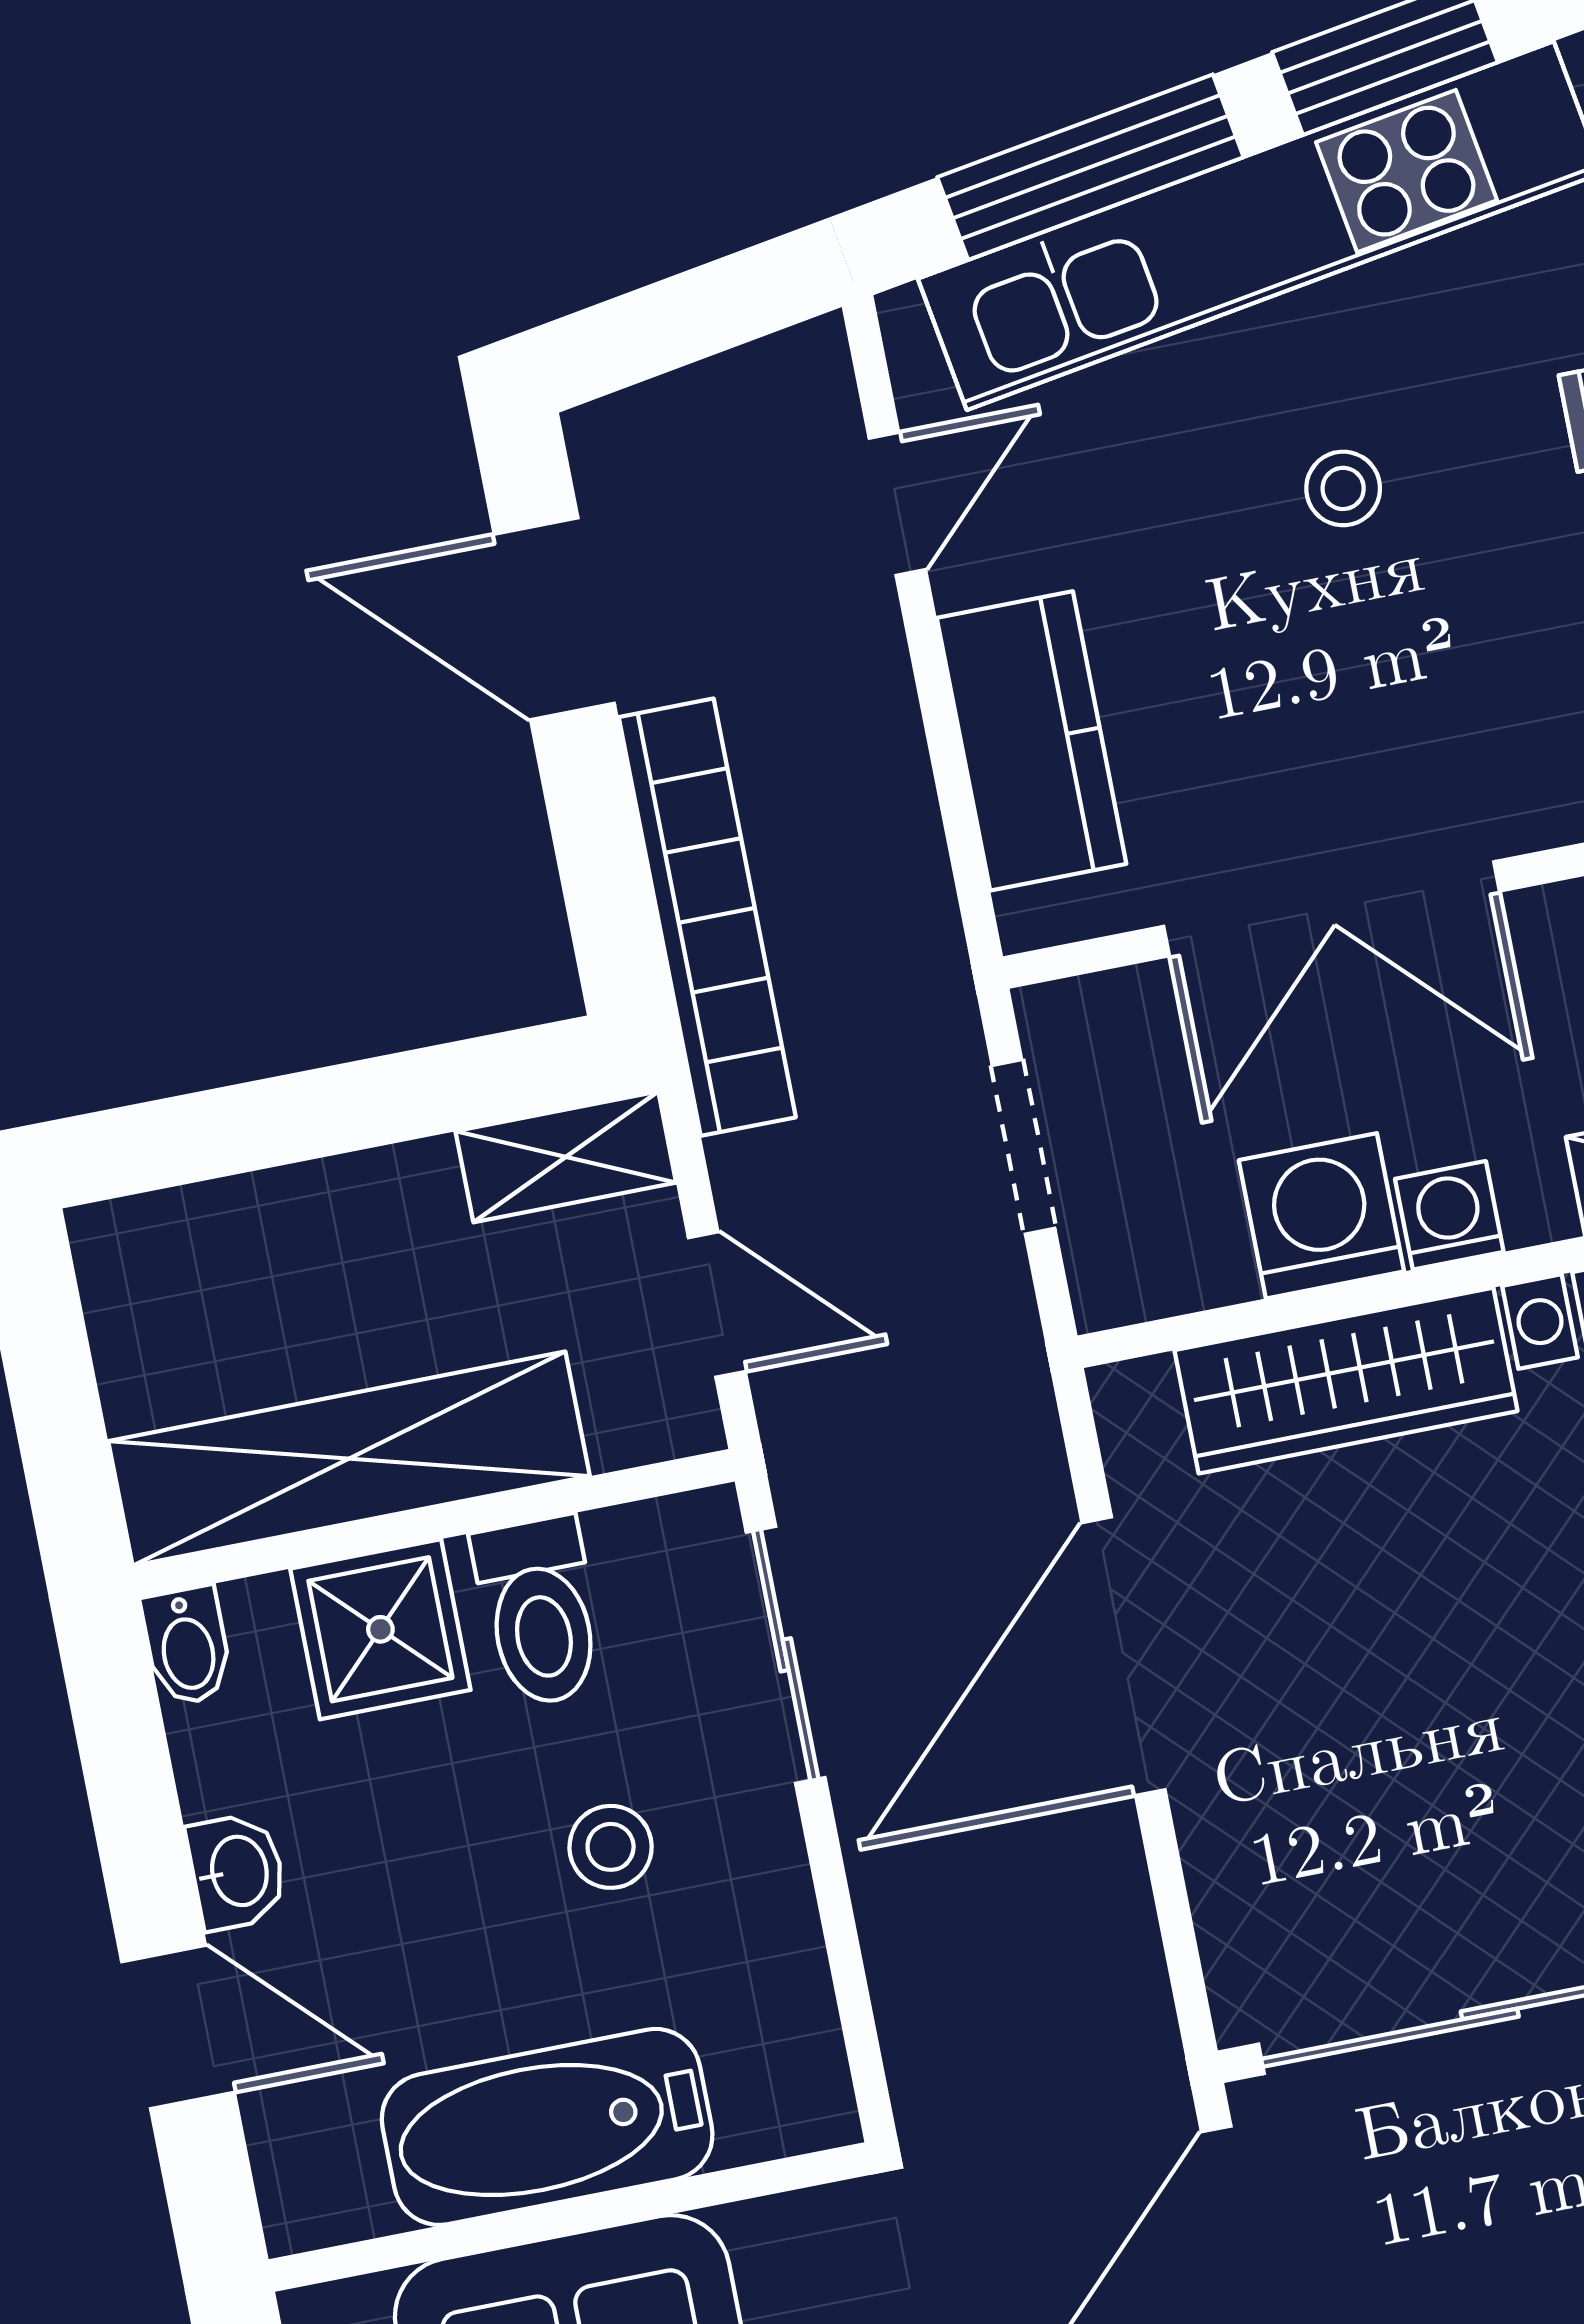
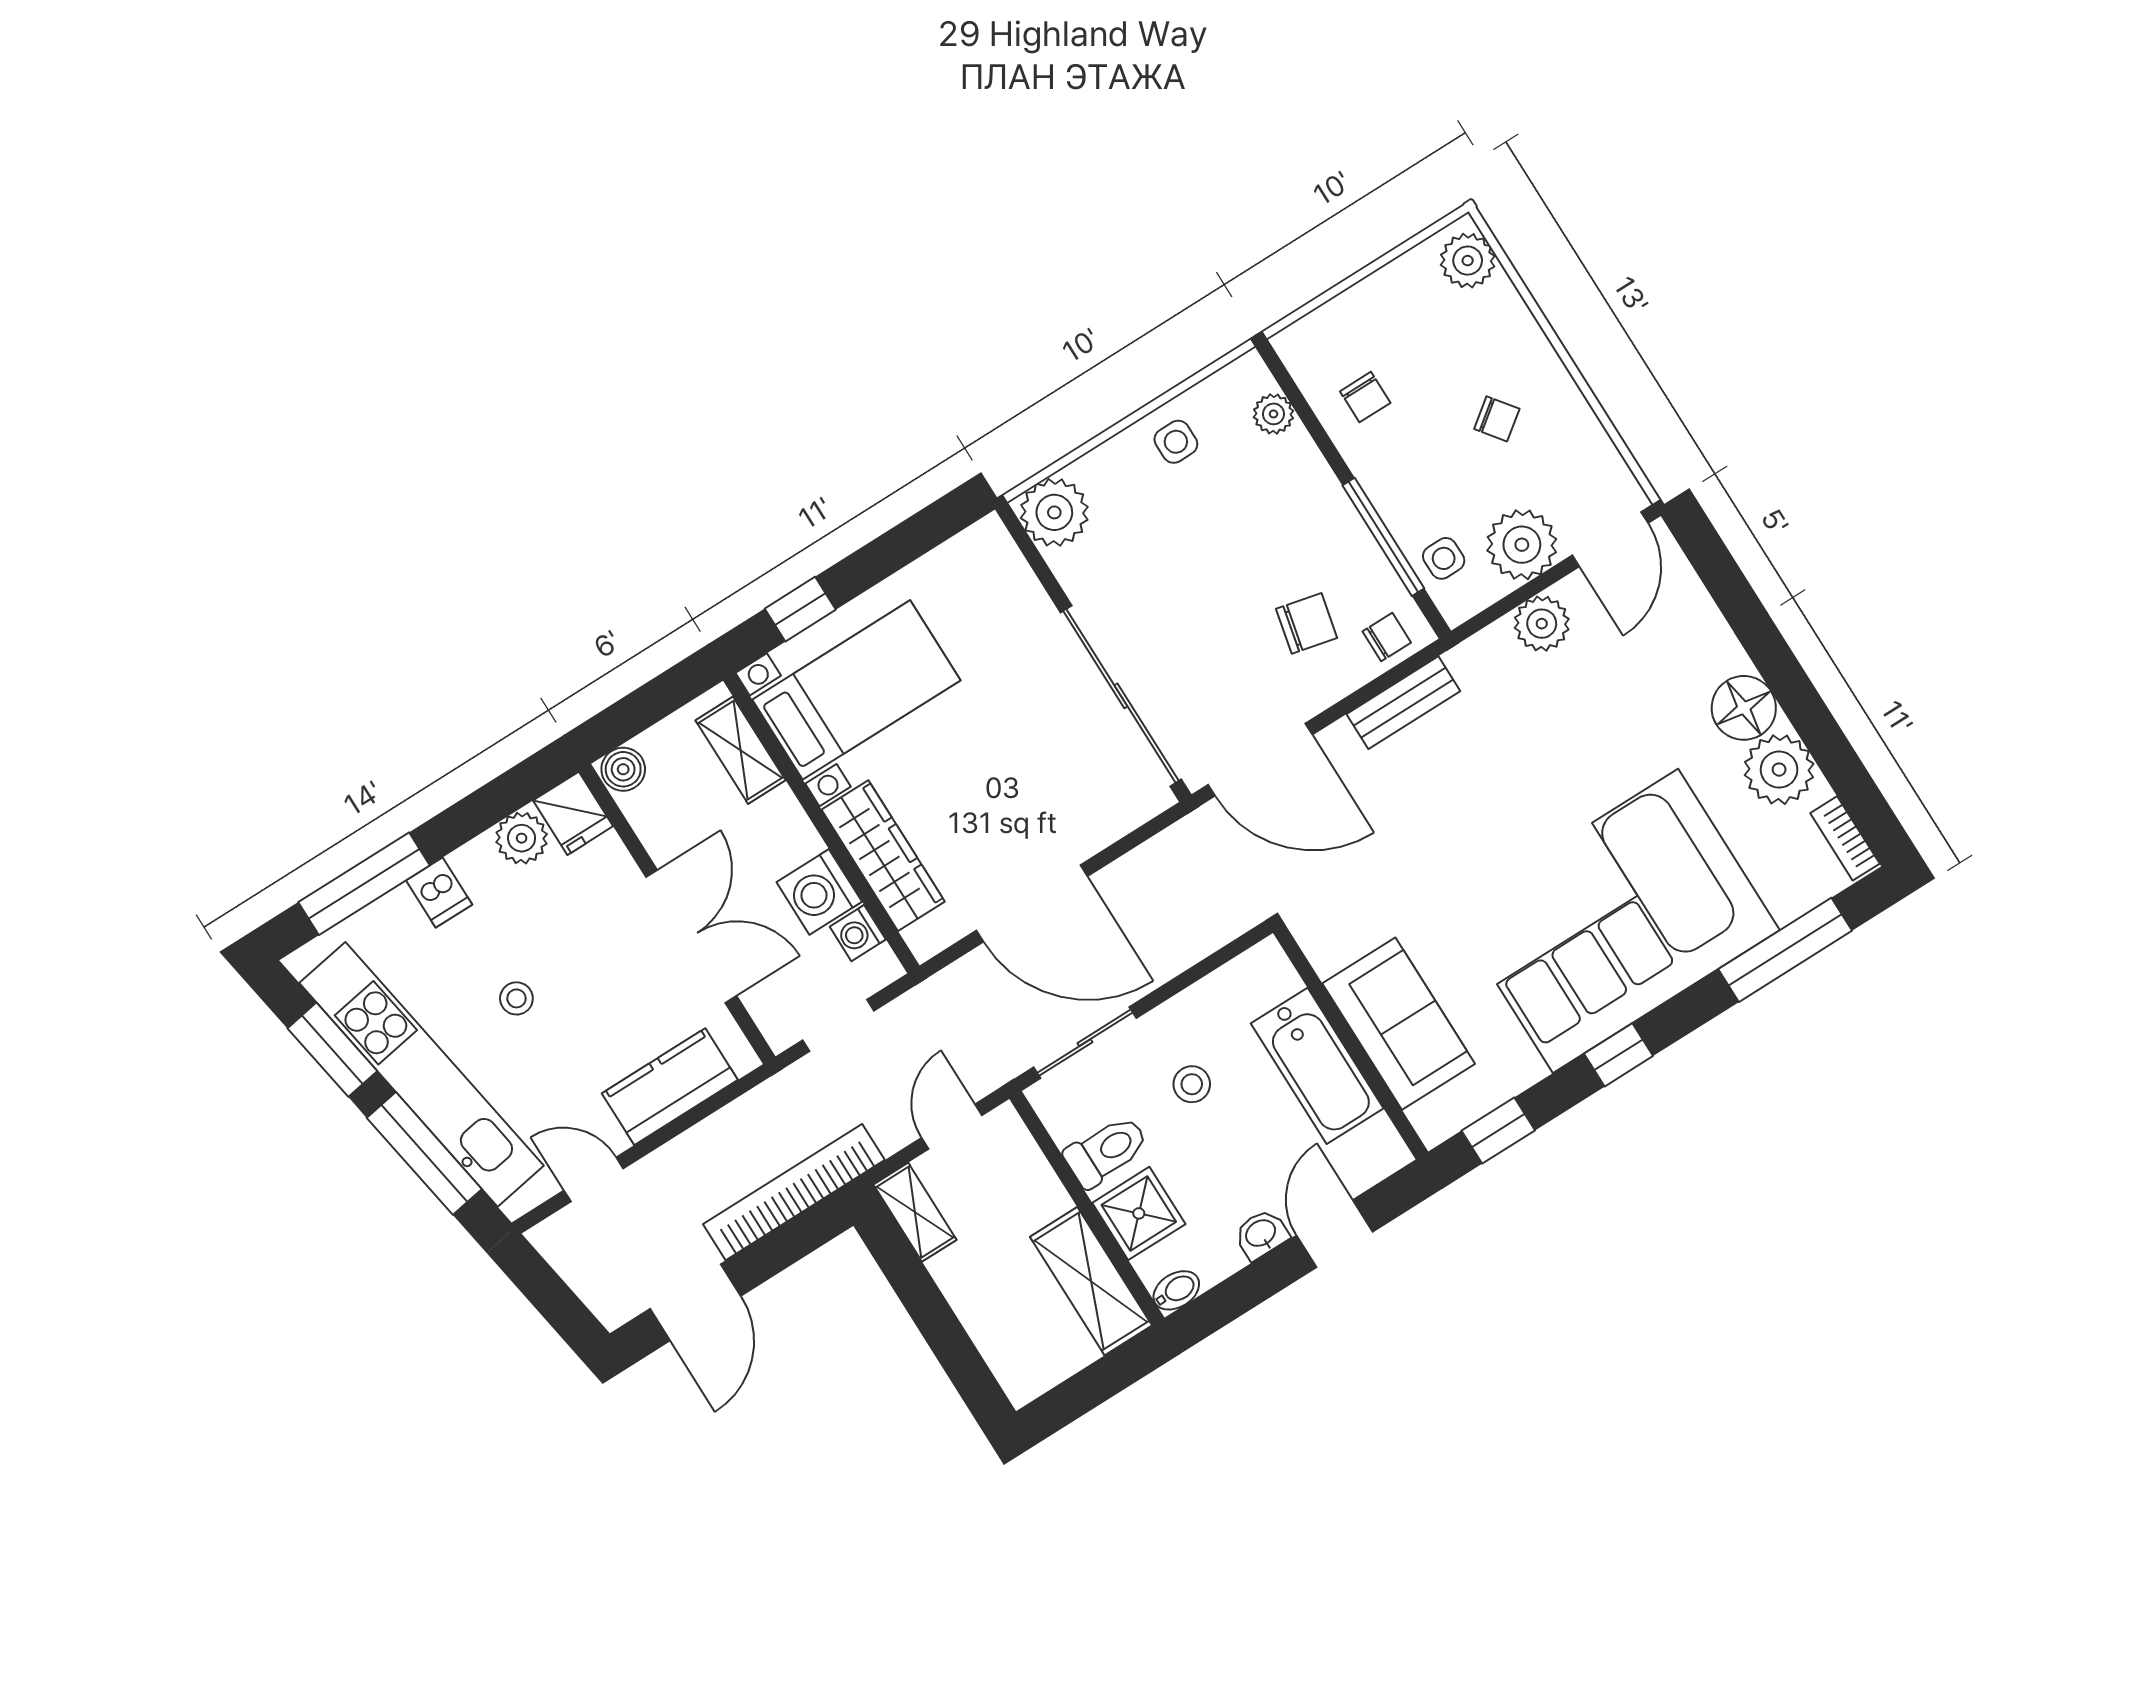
washing machine: (1449, 1215) -> (858, 933), moved
shelving: (349, 1459) -> (1091, 1281), width x0.68

